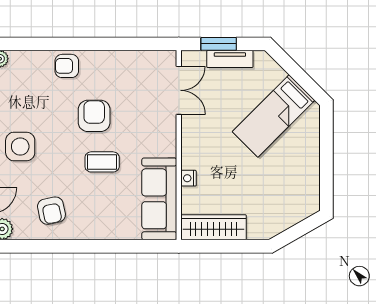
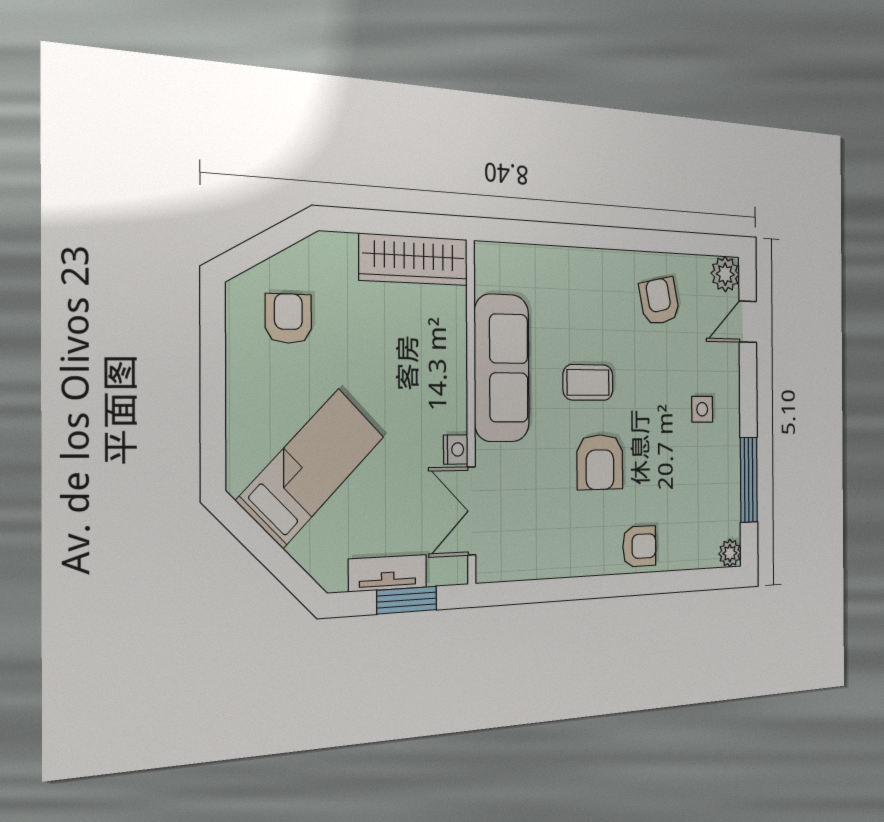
side table: (20, 147) -> (702, 409), width x0.54, depth x0.54
nightstand: (188, 178) -> (456, 449), moved
armchair: (286, 193) -> (288, 319), added
sofa: (159, 199) -> (502, 368), moved

